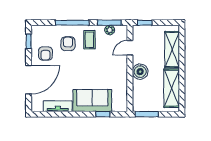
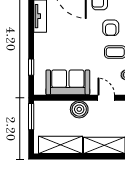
armchair: (68, 44) -> (111, 28), turned 90
sofa: (92, 101) -> (68, 82), moved, turned -90

